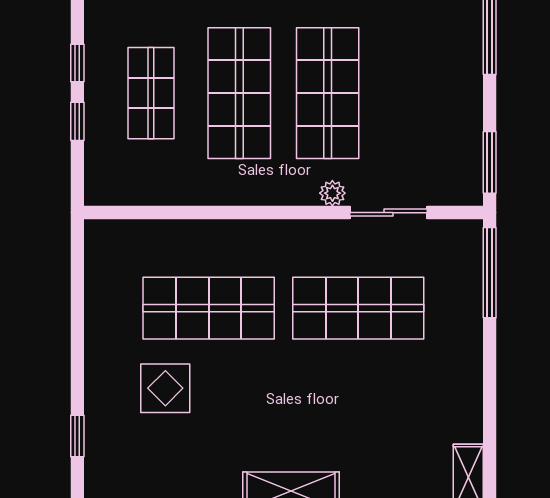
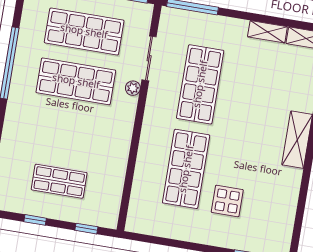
shop shelf: (239, 93) -> (84, 31), moved
window: (77, 121) -> (86, 229), moved
shelving: (468, 409) -> (267, 32), added

